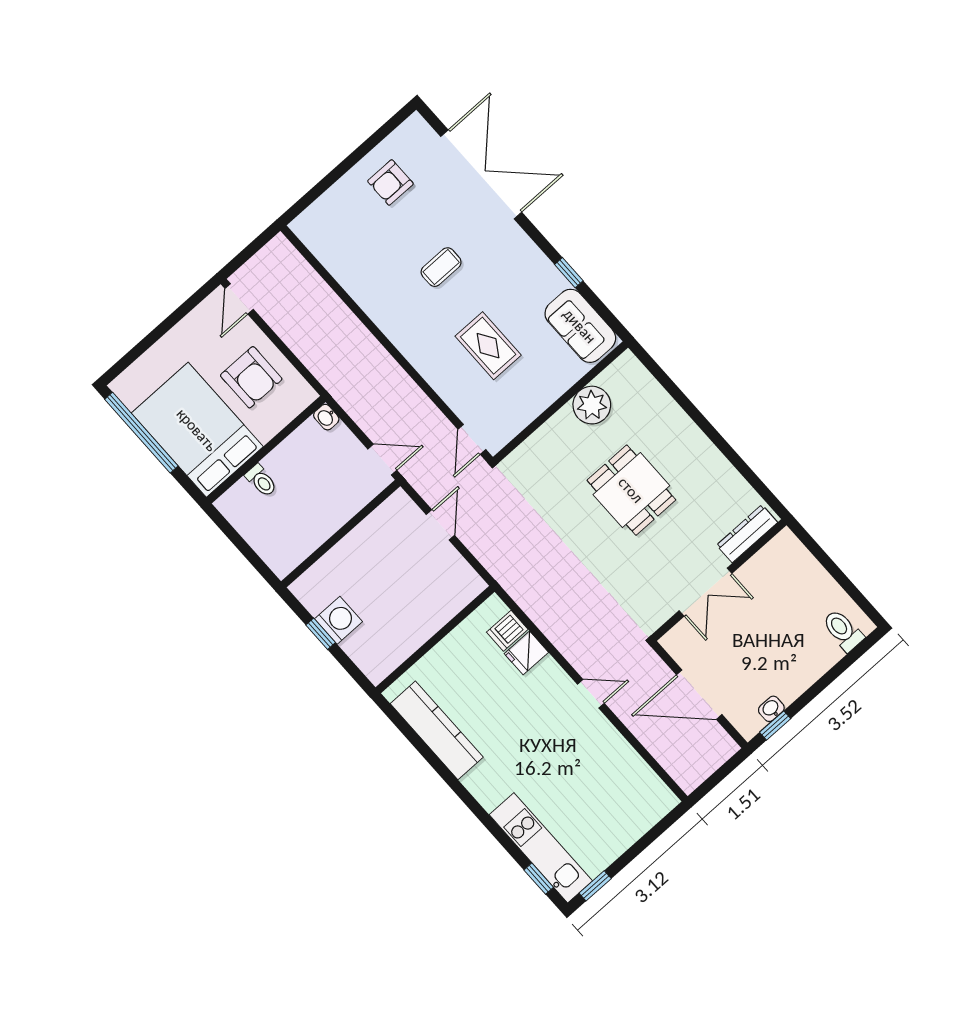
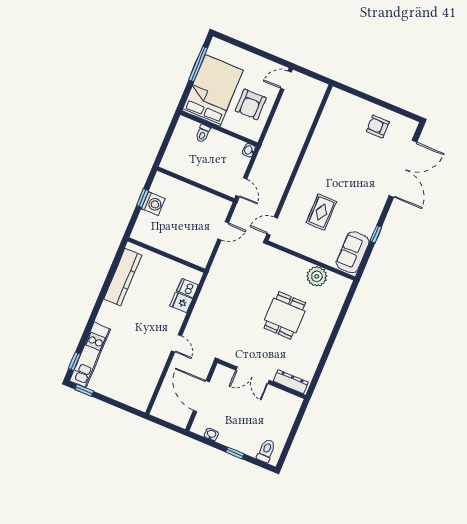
coffee table: (441, 267) -> (349, 171), removed
window: (141, 433) -> (198, 64), width x0.68
window: (775, 725) -> (235, 453), moved

